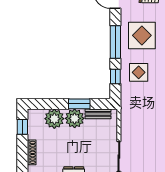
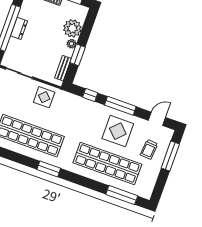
display table: (139, 72) -> (44, 97), moved
plant: (75, 118) -> (72, 44), width x0.53, depth x0.53

